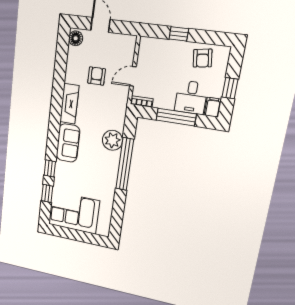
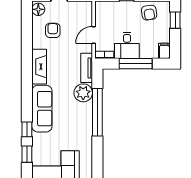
armchair: (97, 76) -> (53, 30), moved
window: (230, 88) -> (175, 20), moved
desk: (191, 97) -> (127, 46), moved
tv unit: (120, 113) -> (87, 68), added
sofa: (68, 143) -> (42, 109), width x1.36

